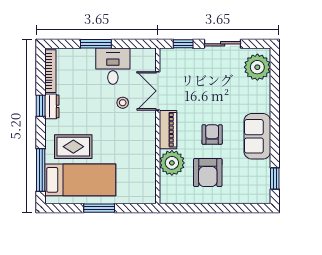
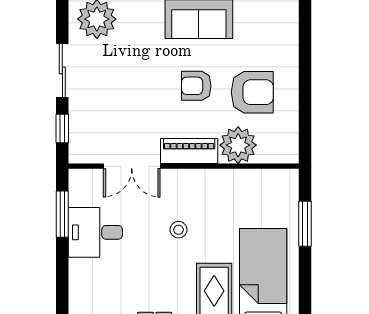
window: (96, 44) -> (62, 214), moved
stool: (123, 103) -> (179, 230), moved
window: (99, 208) -> (305, 224), moved

